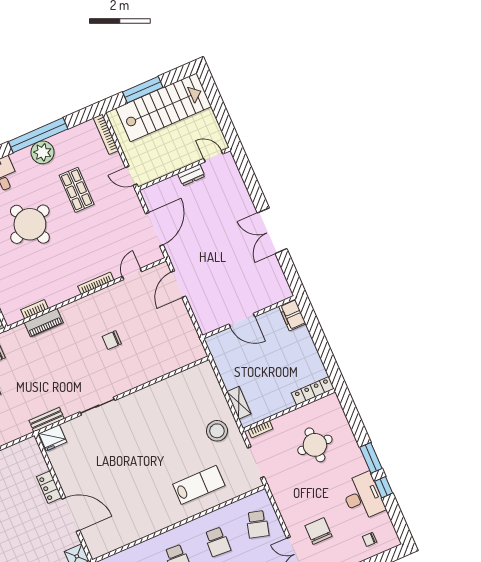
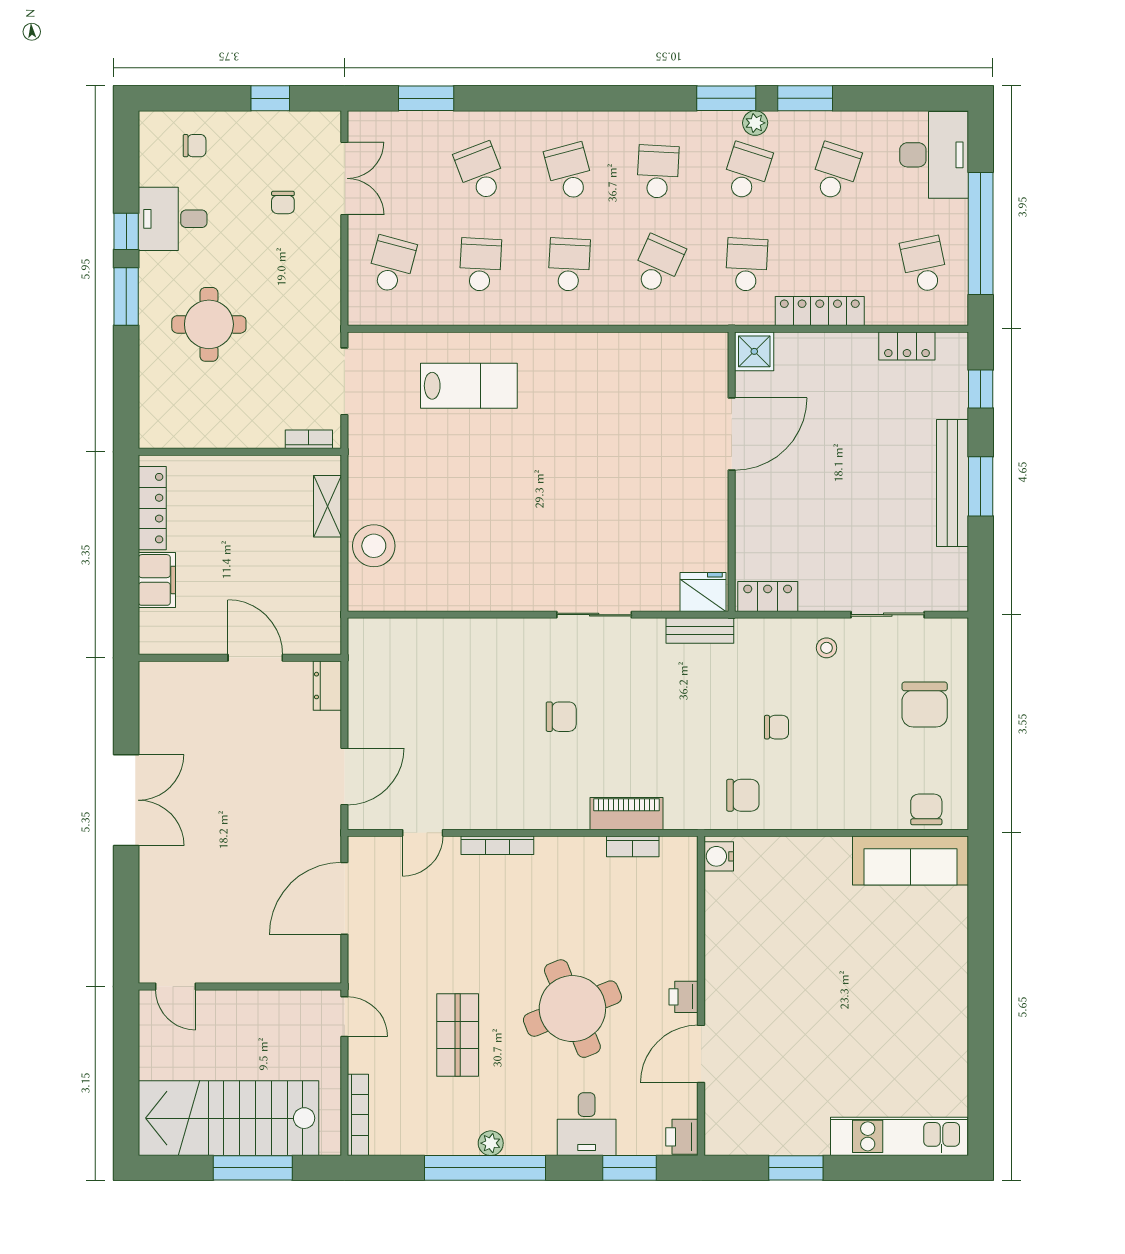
plant: (43, 152) -> (491, 1143), width x0.53, depth x0.53
dresser: (191, 175) -> (327, 686), moved, turned -90
filing cabinet: (292, 315) -> (157, 580), moved
chair: (112, 340) -> (561, 717), moved
locker: (313, 391) -> (152, 508), moved, turned -90
stool: (217, 431) -> (374, 546), moved
round table: (315, 445) -> (209, 324), moved
lab bench: (199, 485) -> (469, 386), turned 180
locker: (49, 487) -> (768, 596), moved, turned -90
desk: (363, 497) -> (173, 219), width x0.73
door: (71, 515) -> (732, 434), swing flipped
chair: (319, 531) -> (283, 202), width x0.54, depth x0.54

